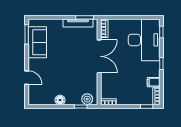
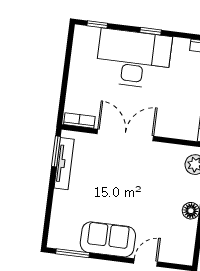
desk: (144, 40) -> (134, 59), moved
sofa: (37, 42) -> (108, 239), moved
filing cabinet: (154, 82) -> (180, 48), removed

